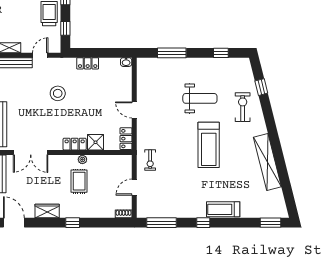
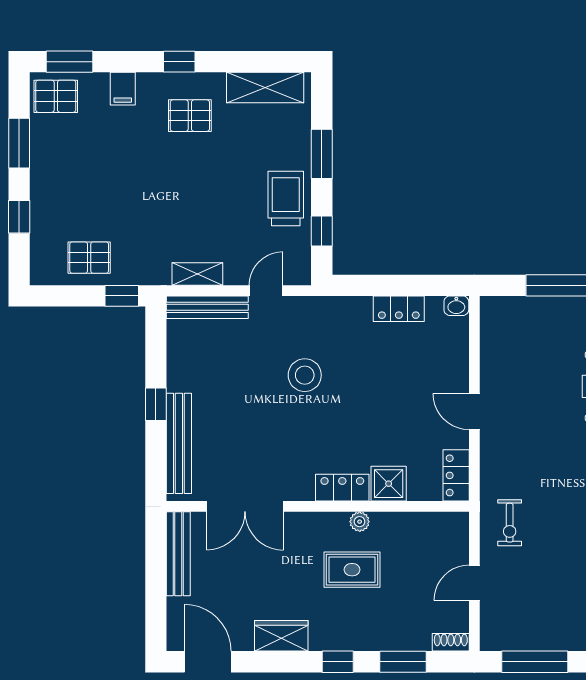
locker: (88, 63) -> (399, 309), moved
rug: (79, 181) -> (352, 570), turned 90
window: (102, 223) -> (403, 662), added

